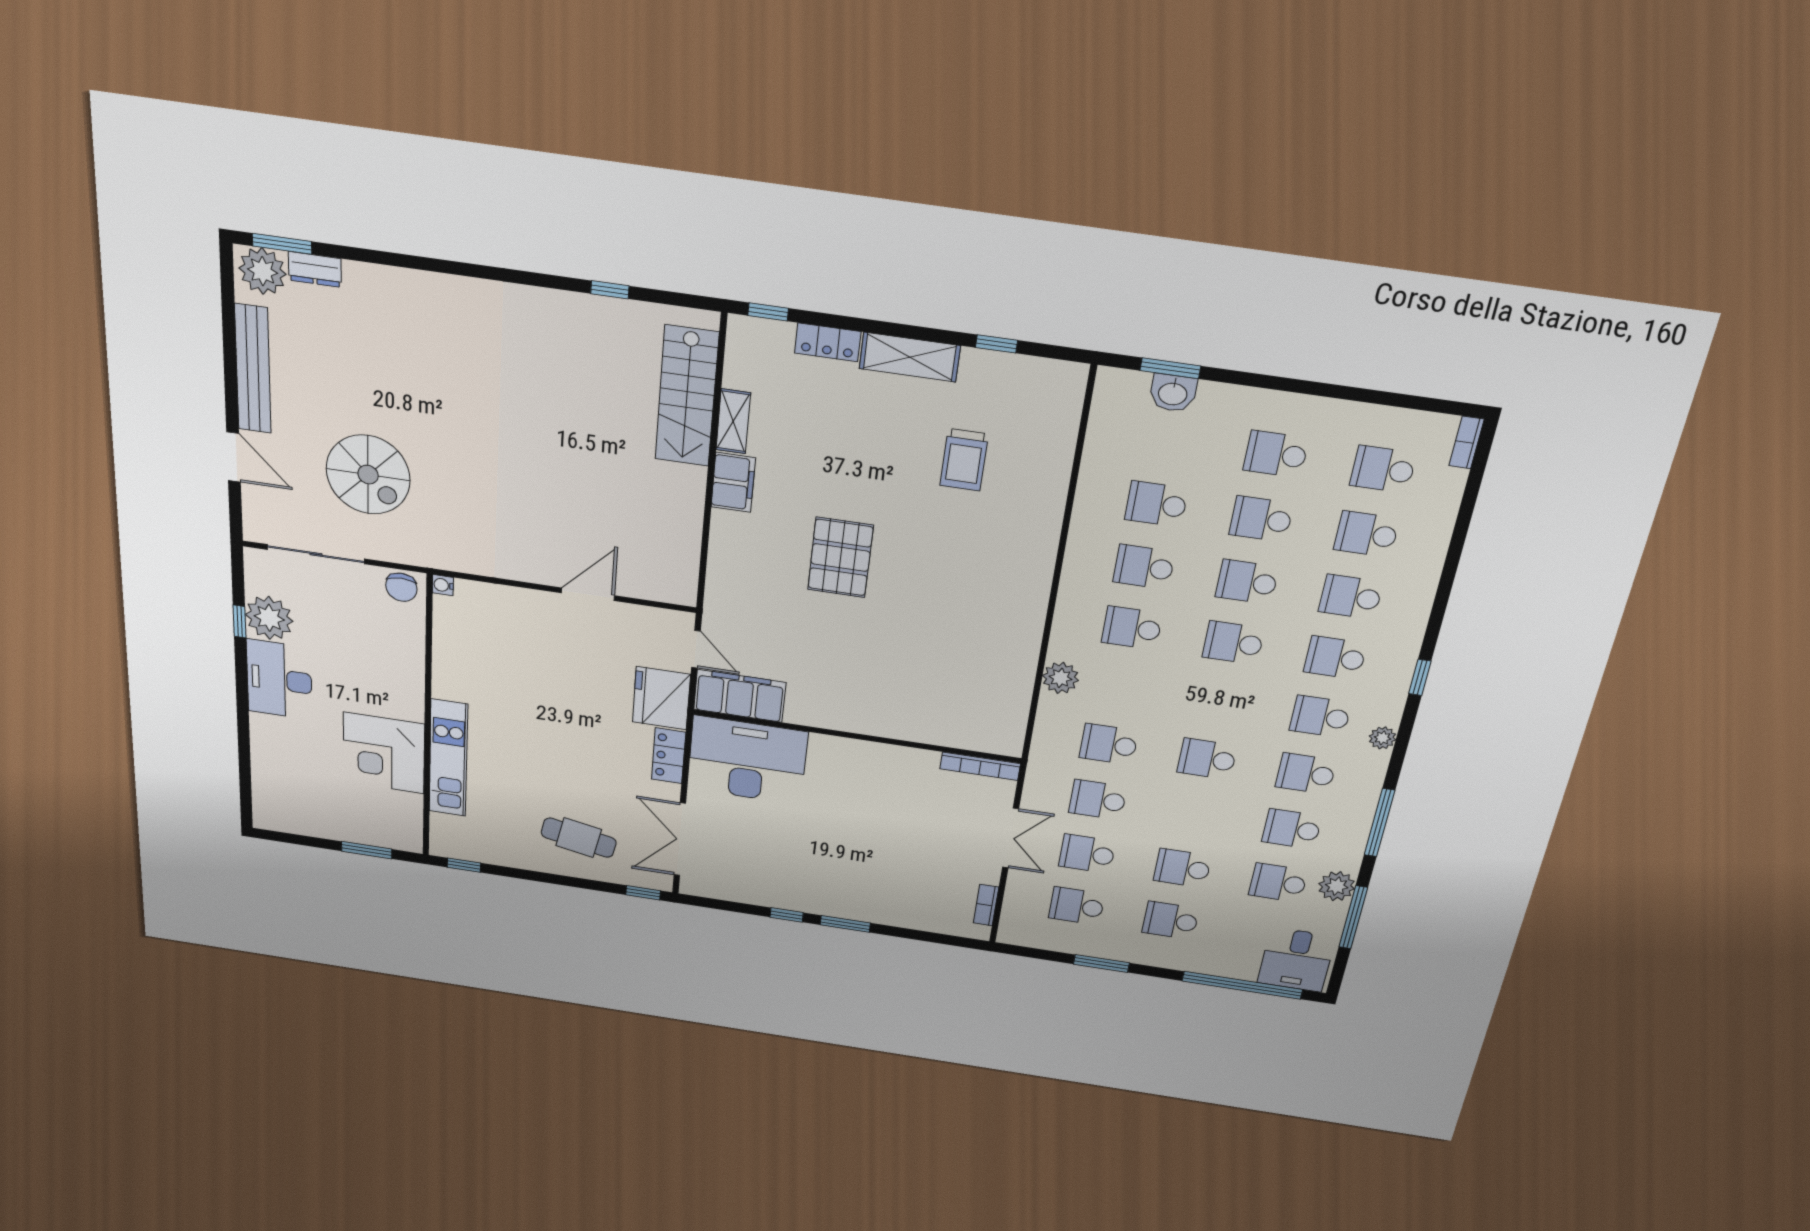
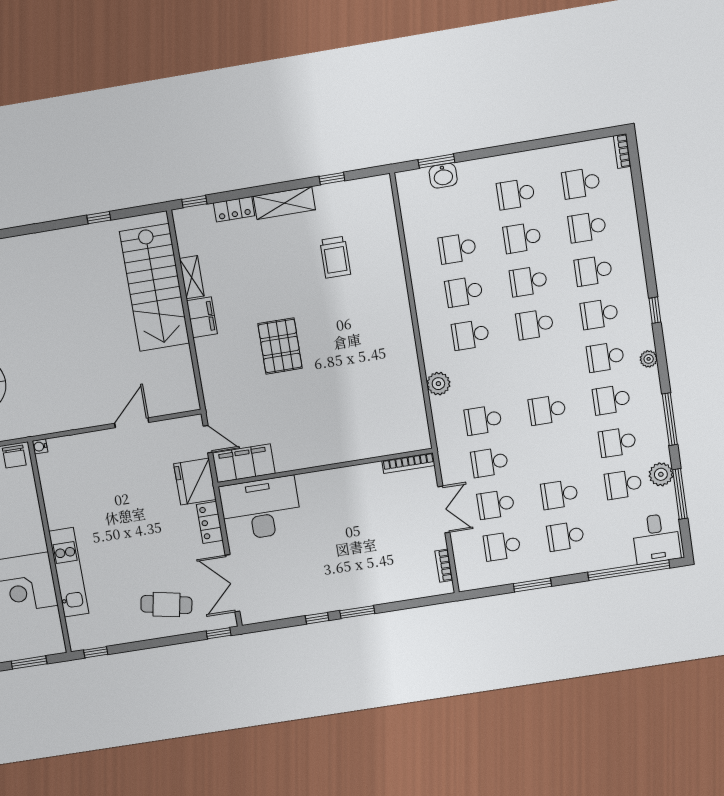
stairs: (687, 396) -> (155, 288), width x1.36, depth x1.51

